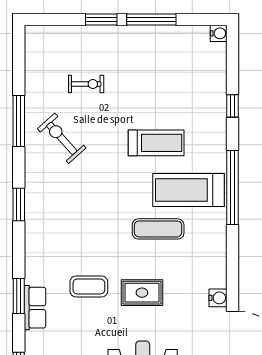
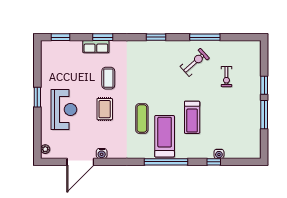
water cooler: (219, 33) -> (219, 154), moved

